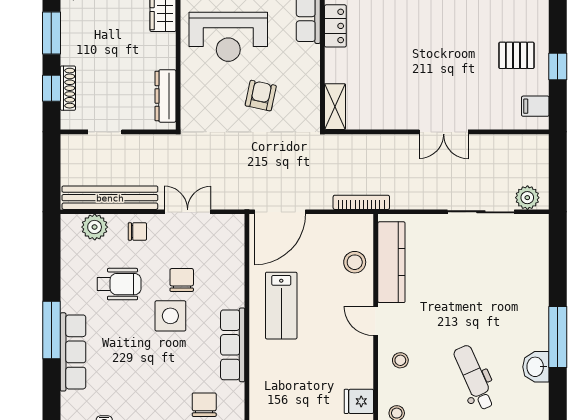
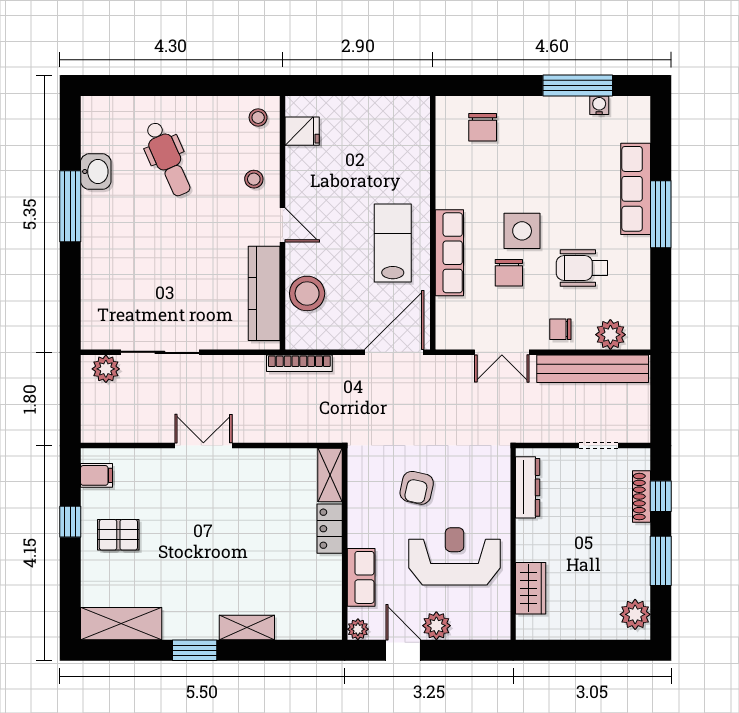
locker: (335, 26) -> (330, 529), moved
stool: (355, 262) -> (307, 293), width x1.38, depth x1.38
row of seats: (233, 345) -> (449, 253), moved

